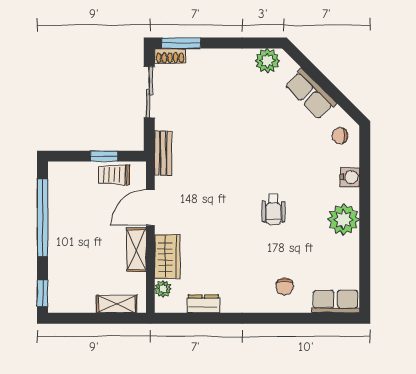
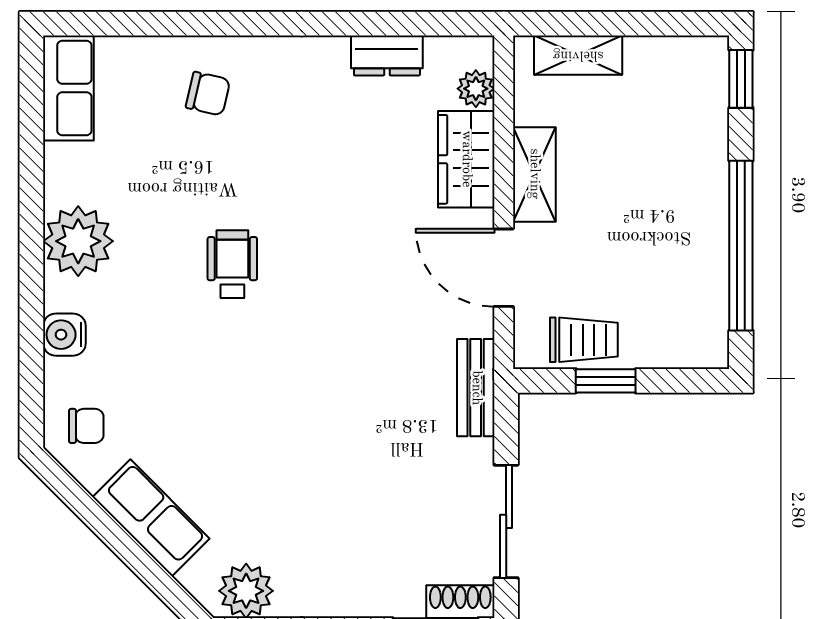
door: (150, 207) -> (504, 268), swing flipped
chair: (285, 287) -> (208, 94), turned 103
row of seats: (336, 302) -> (68, 88), moved, turned -90

